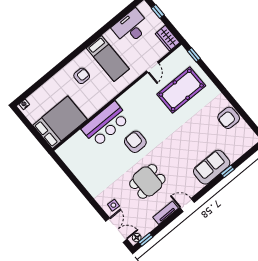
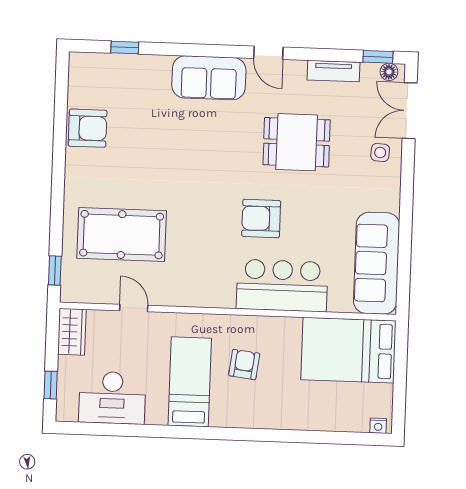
door: (153, 67) -> (134, 308), hinge flipped
armchair: (82, 76) -> (244, 364), moved, turned 97
armchair: (135, 142) -> (261, 218), turned 90
sofa: (78, 163) -> (377, 263), added
sofa: (212, 167) -> (209, 78), moved
window: (228, 171) -> (125, 47), moved
tv unit: (166, 213) -> (333, 71), moved

